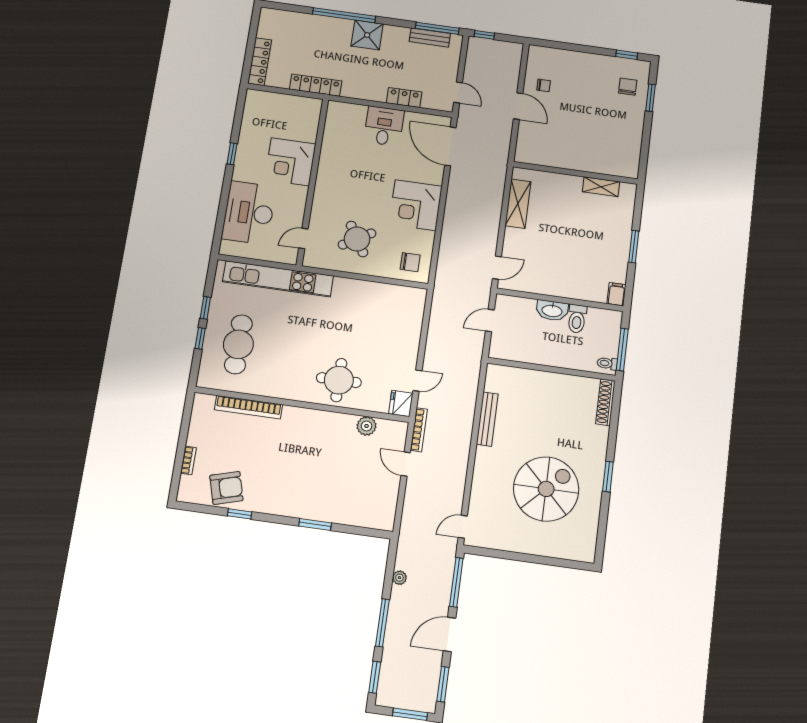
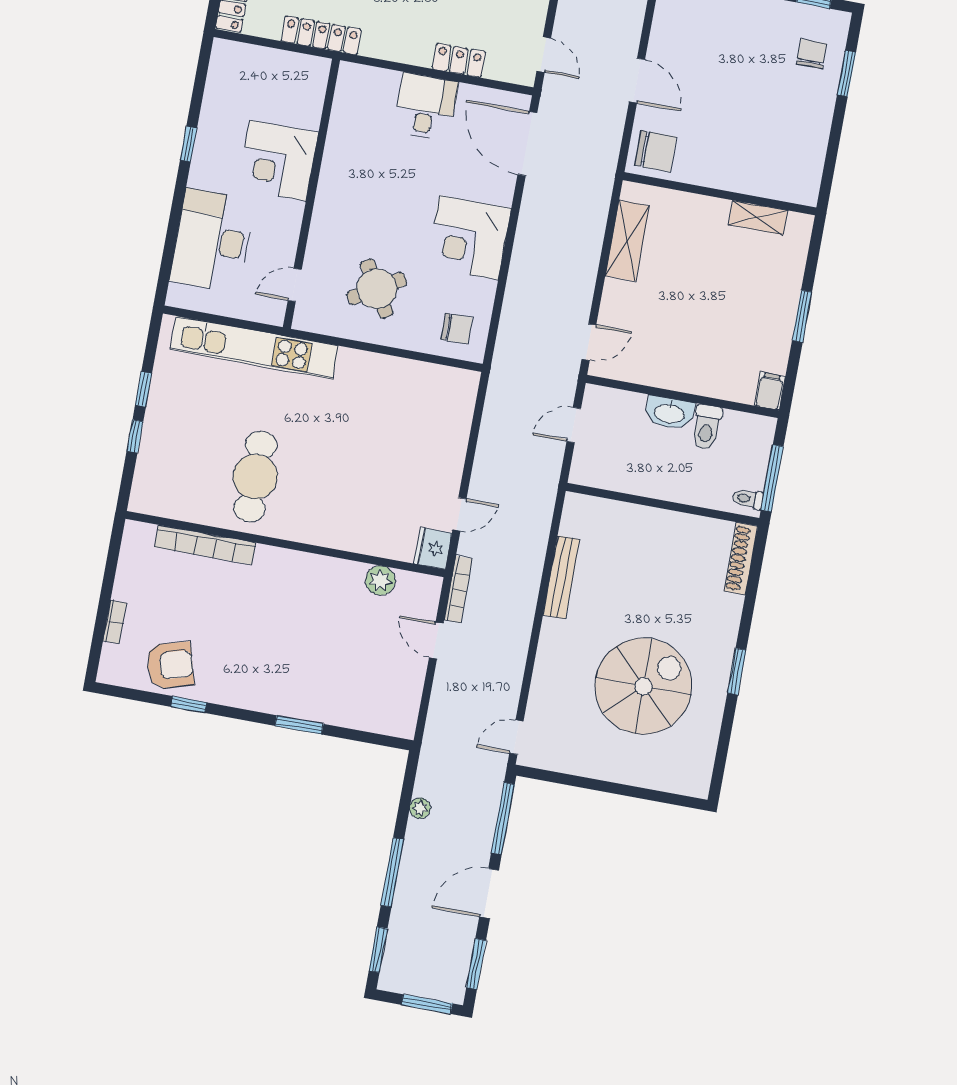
chair: (544, 85) -> (656, 151), moved, width x1.87, depth x1.87
cafe table: (238, 344) -> (255, 477), moved
round table: (339, 380) -> (341, 509), removed

